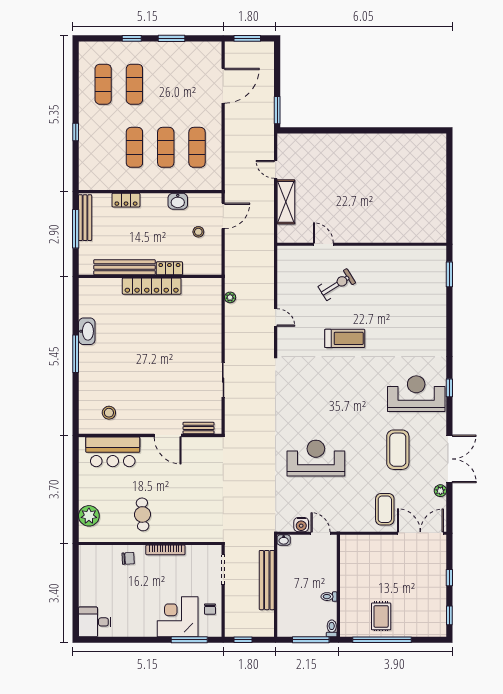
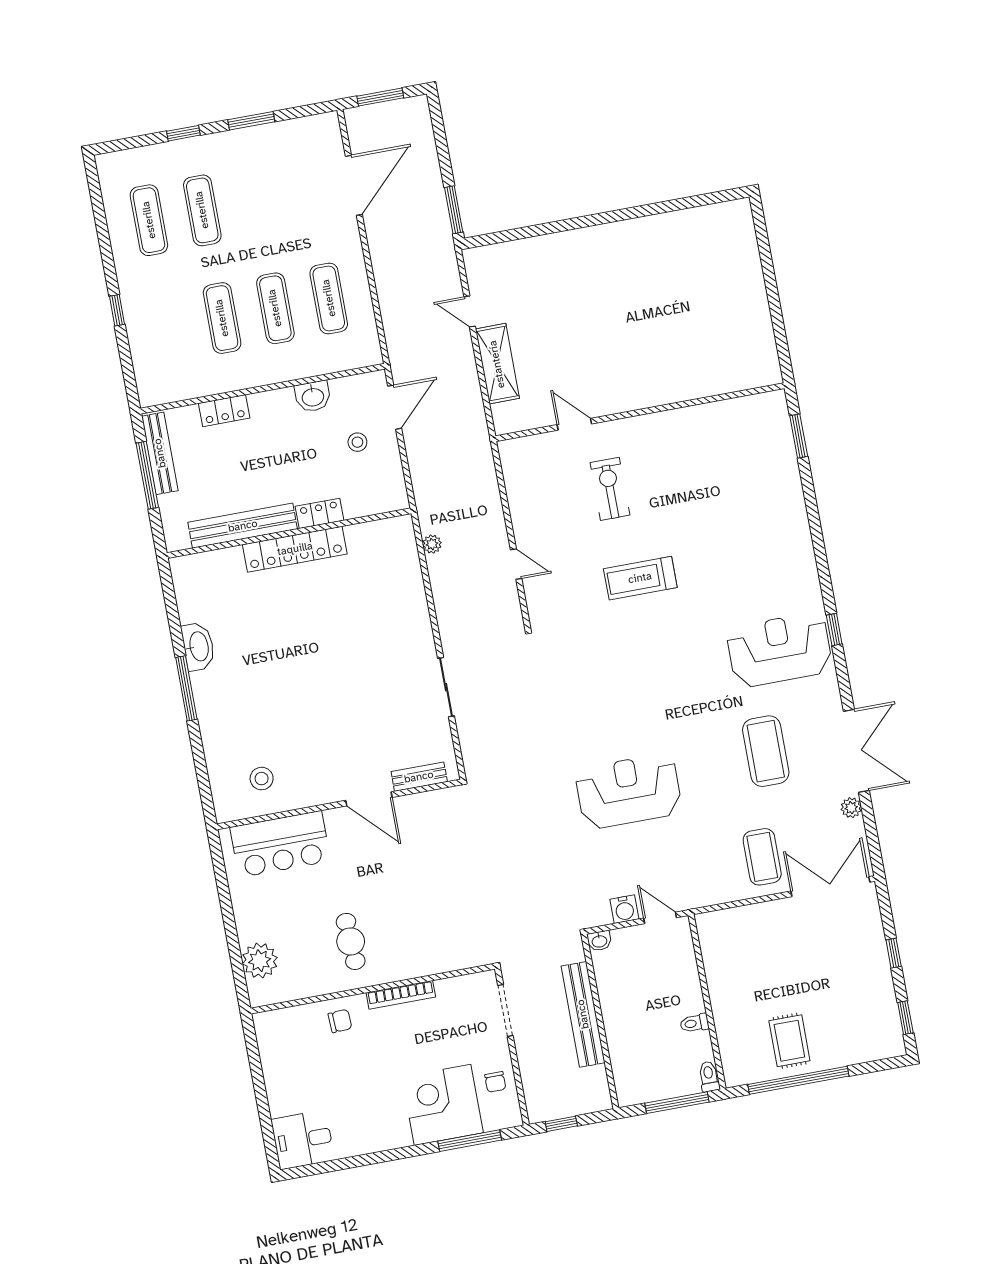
exercise bike: (337, 285) -> (610, 489), turned -58
treadmill: (345, 338) -> (640, 578), turned 180

